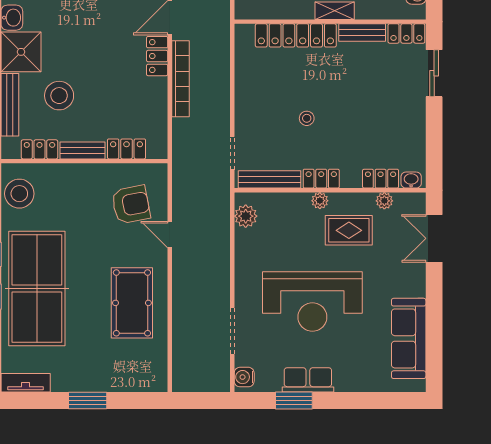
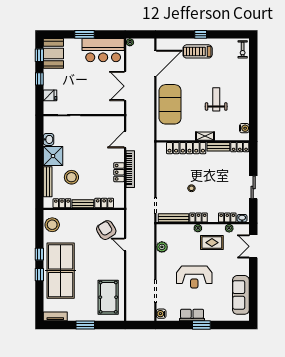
locker: (157, 56) -> (119, 172), moved
sliding door: (434, 73) -> (253, 187), moved
armchair: (131, 205) -> (106, 230), turned -111
plant: (246, 216) -> (162, 247), moved
reception desk: (312, 302) -> (194, 277), width x0.74, depth x0.77
pool table: (132, 303) -> (108, 297), moved
window: (294, 400) -> (201, 325), moved

